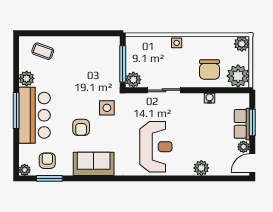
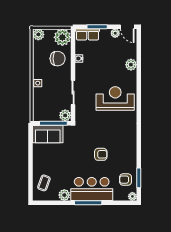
side table: (107, 108) -> (86, 135), removed
row of seats: (242, 124) -> (87, 34), moved
sofa: (94, 164) -> (48, 134), moved, turned -90

